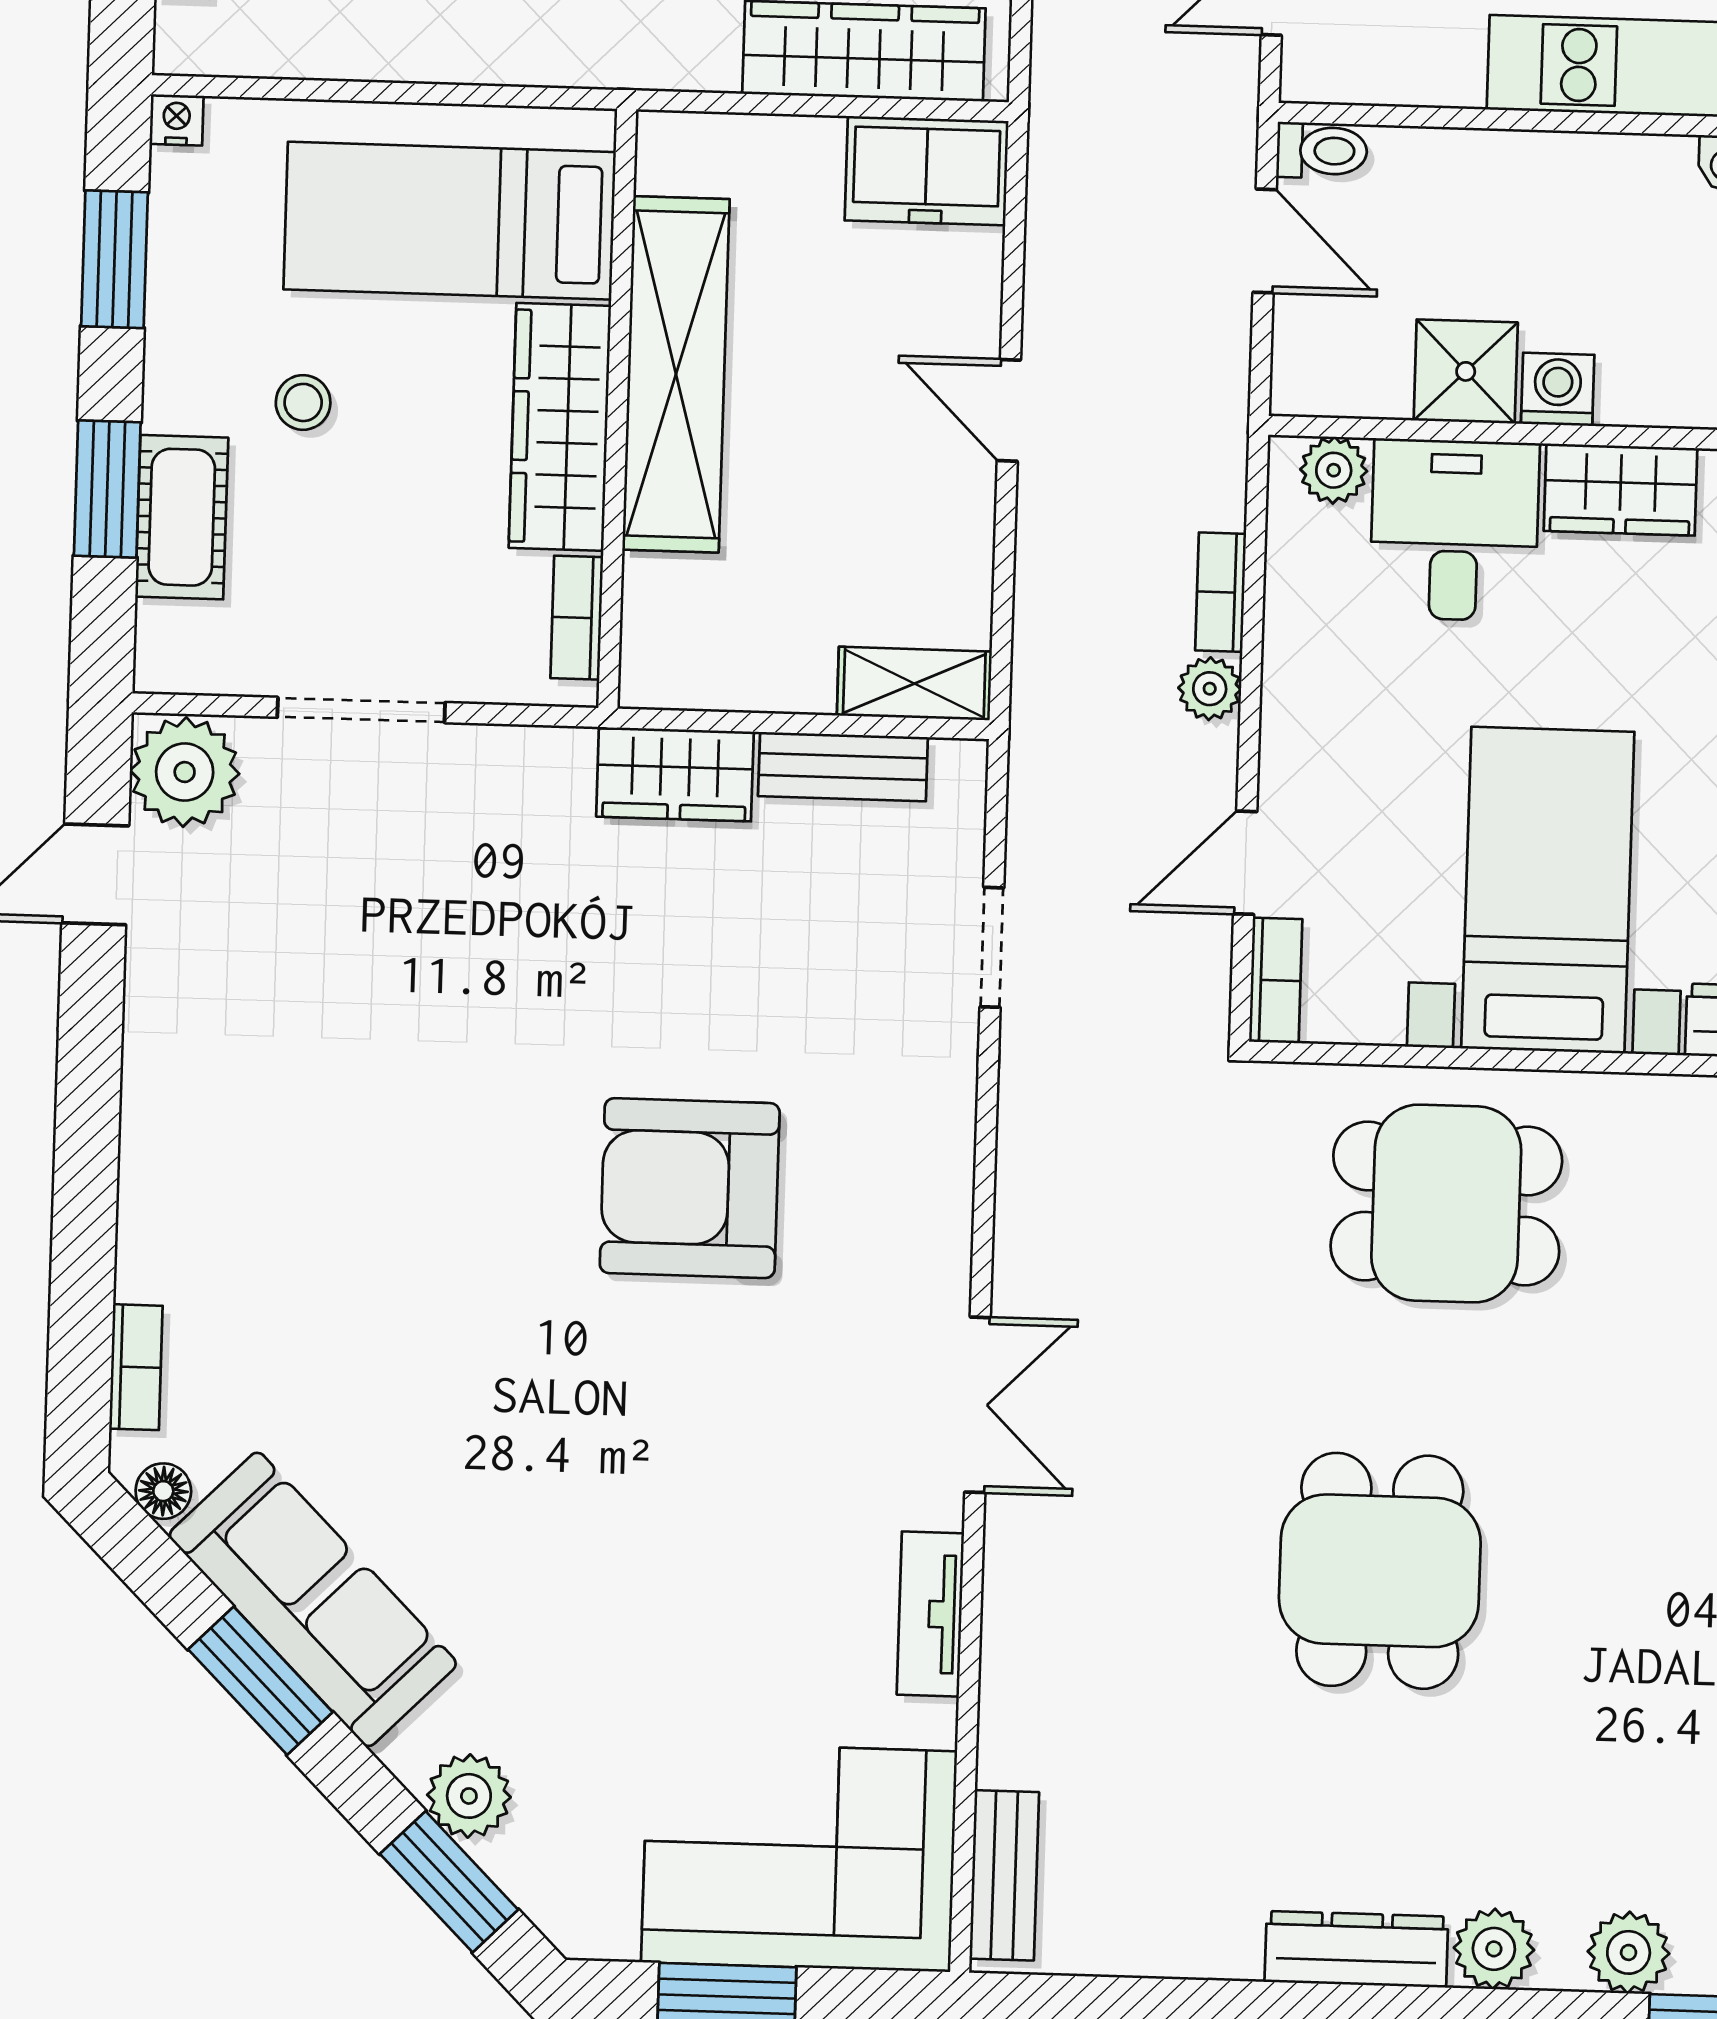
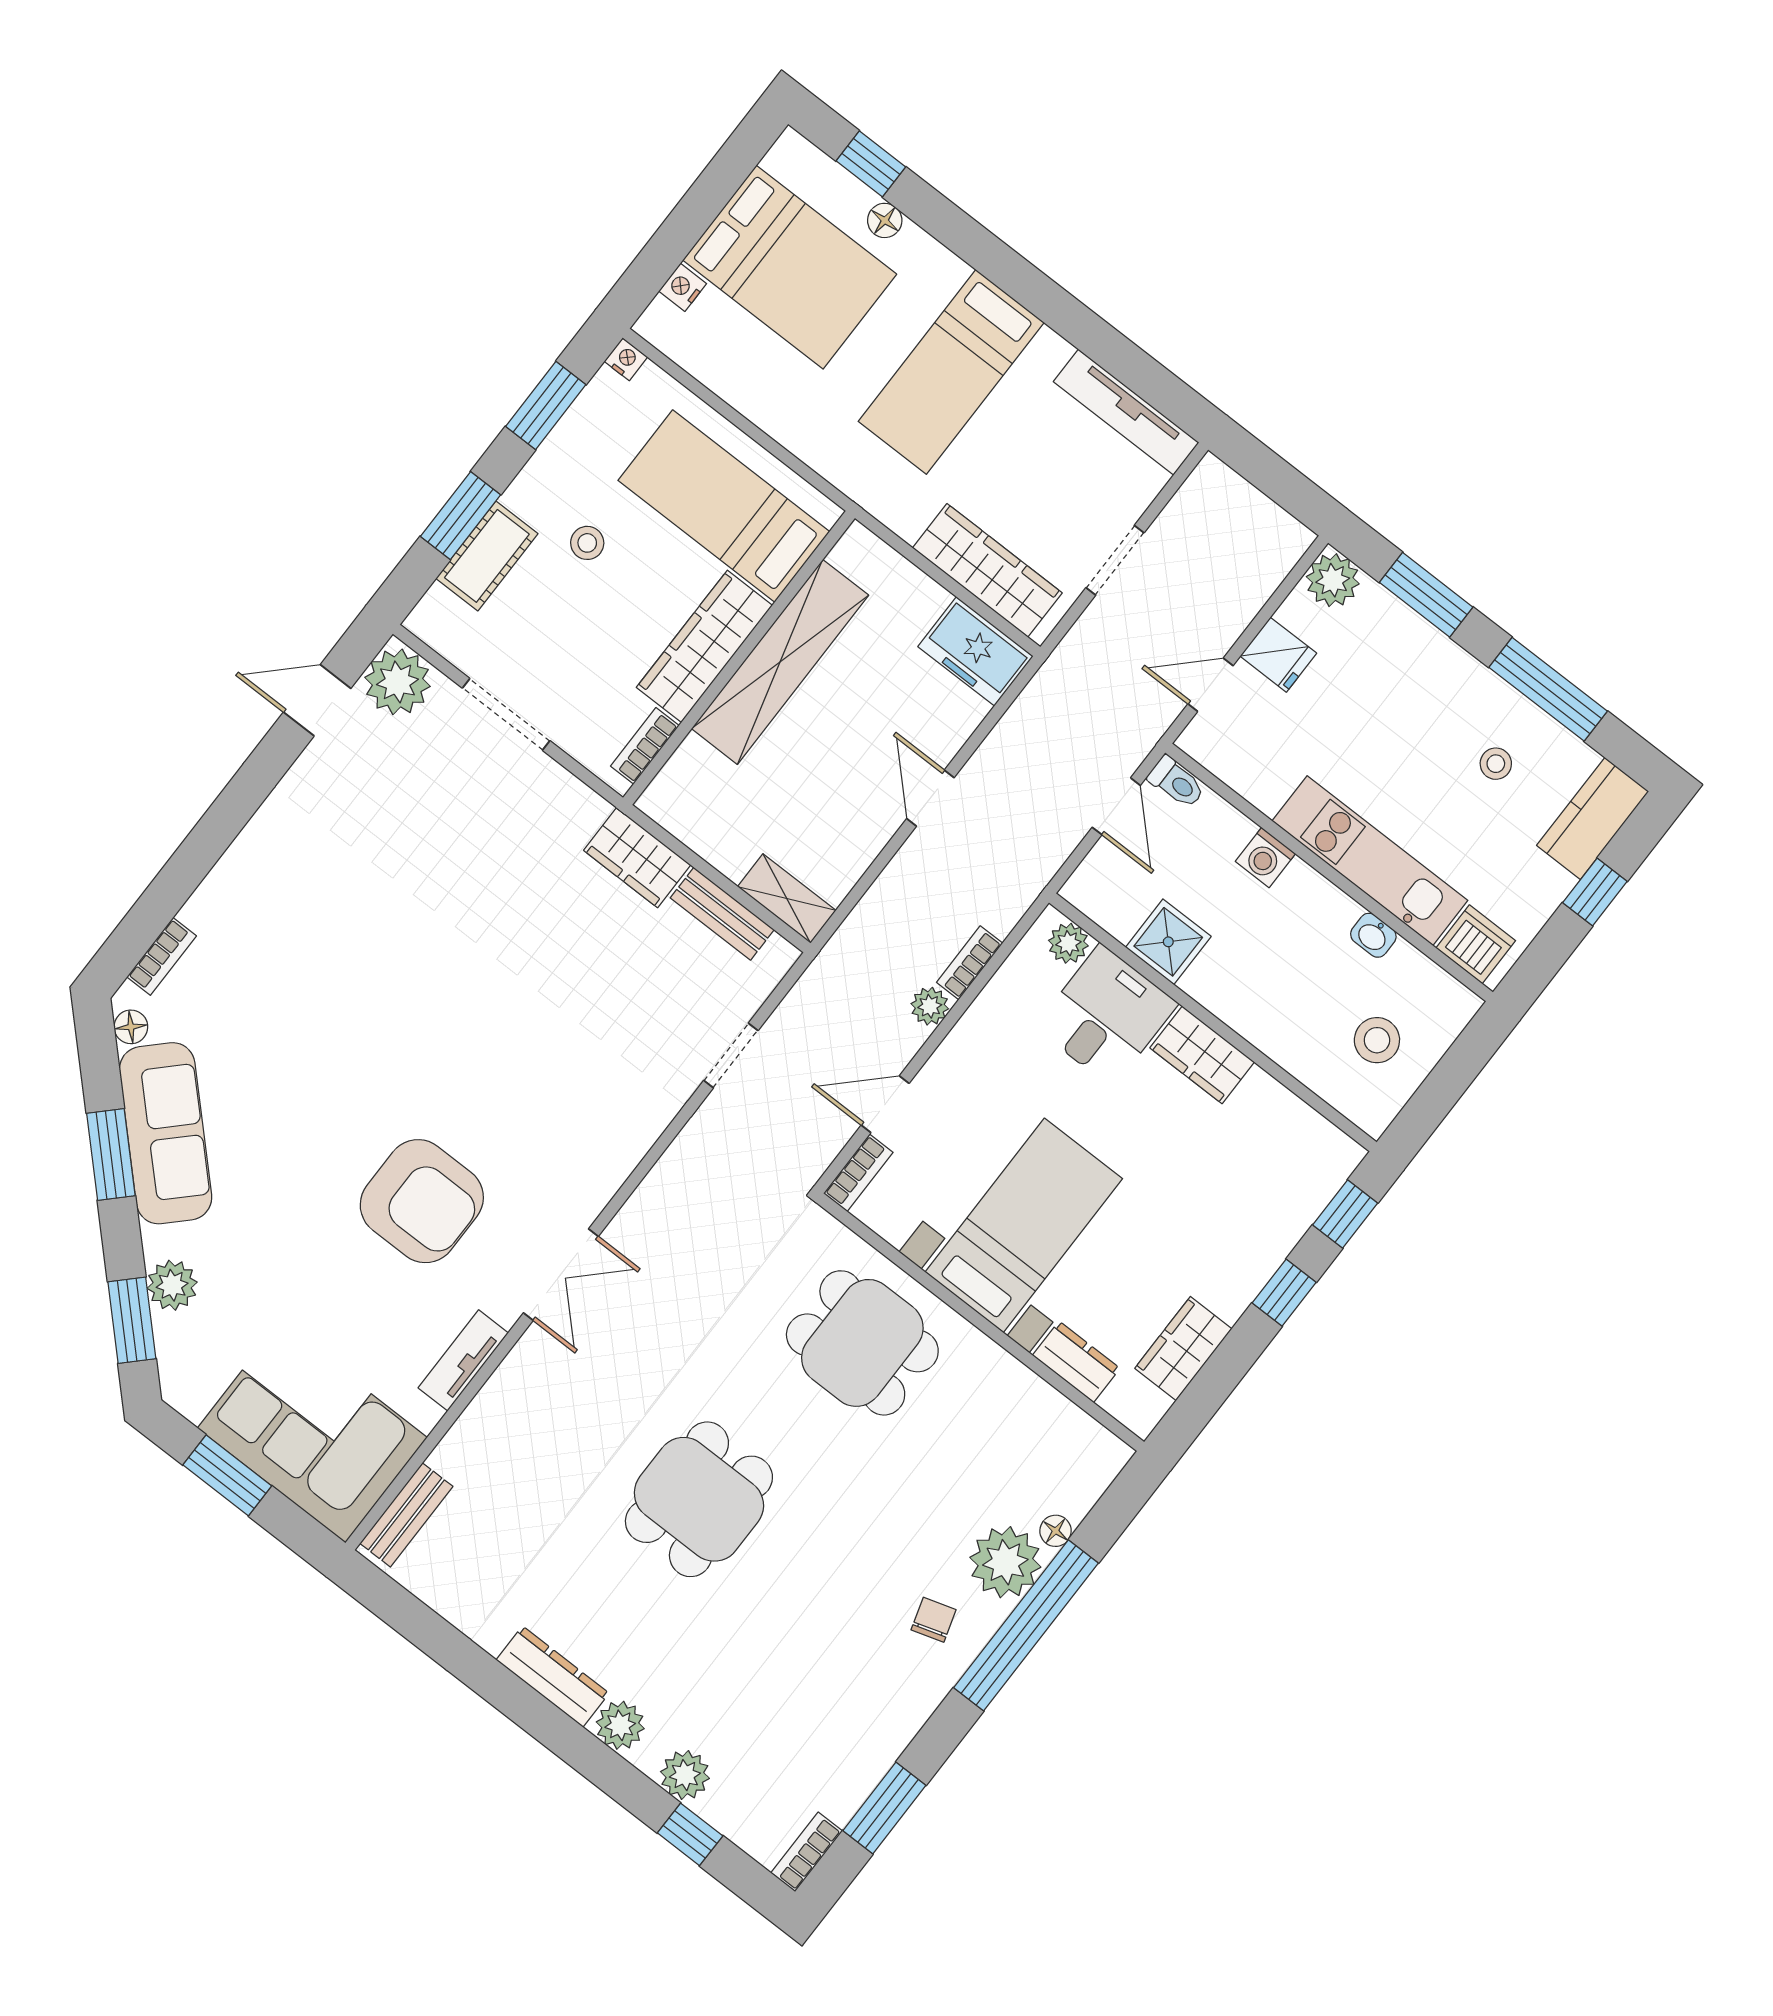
washing machine: (1558, 389) -> (1265, 858), moved, turned 180
armchair: (690, 1188) -> (422, 1201), moved, turned 180

